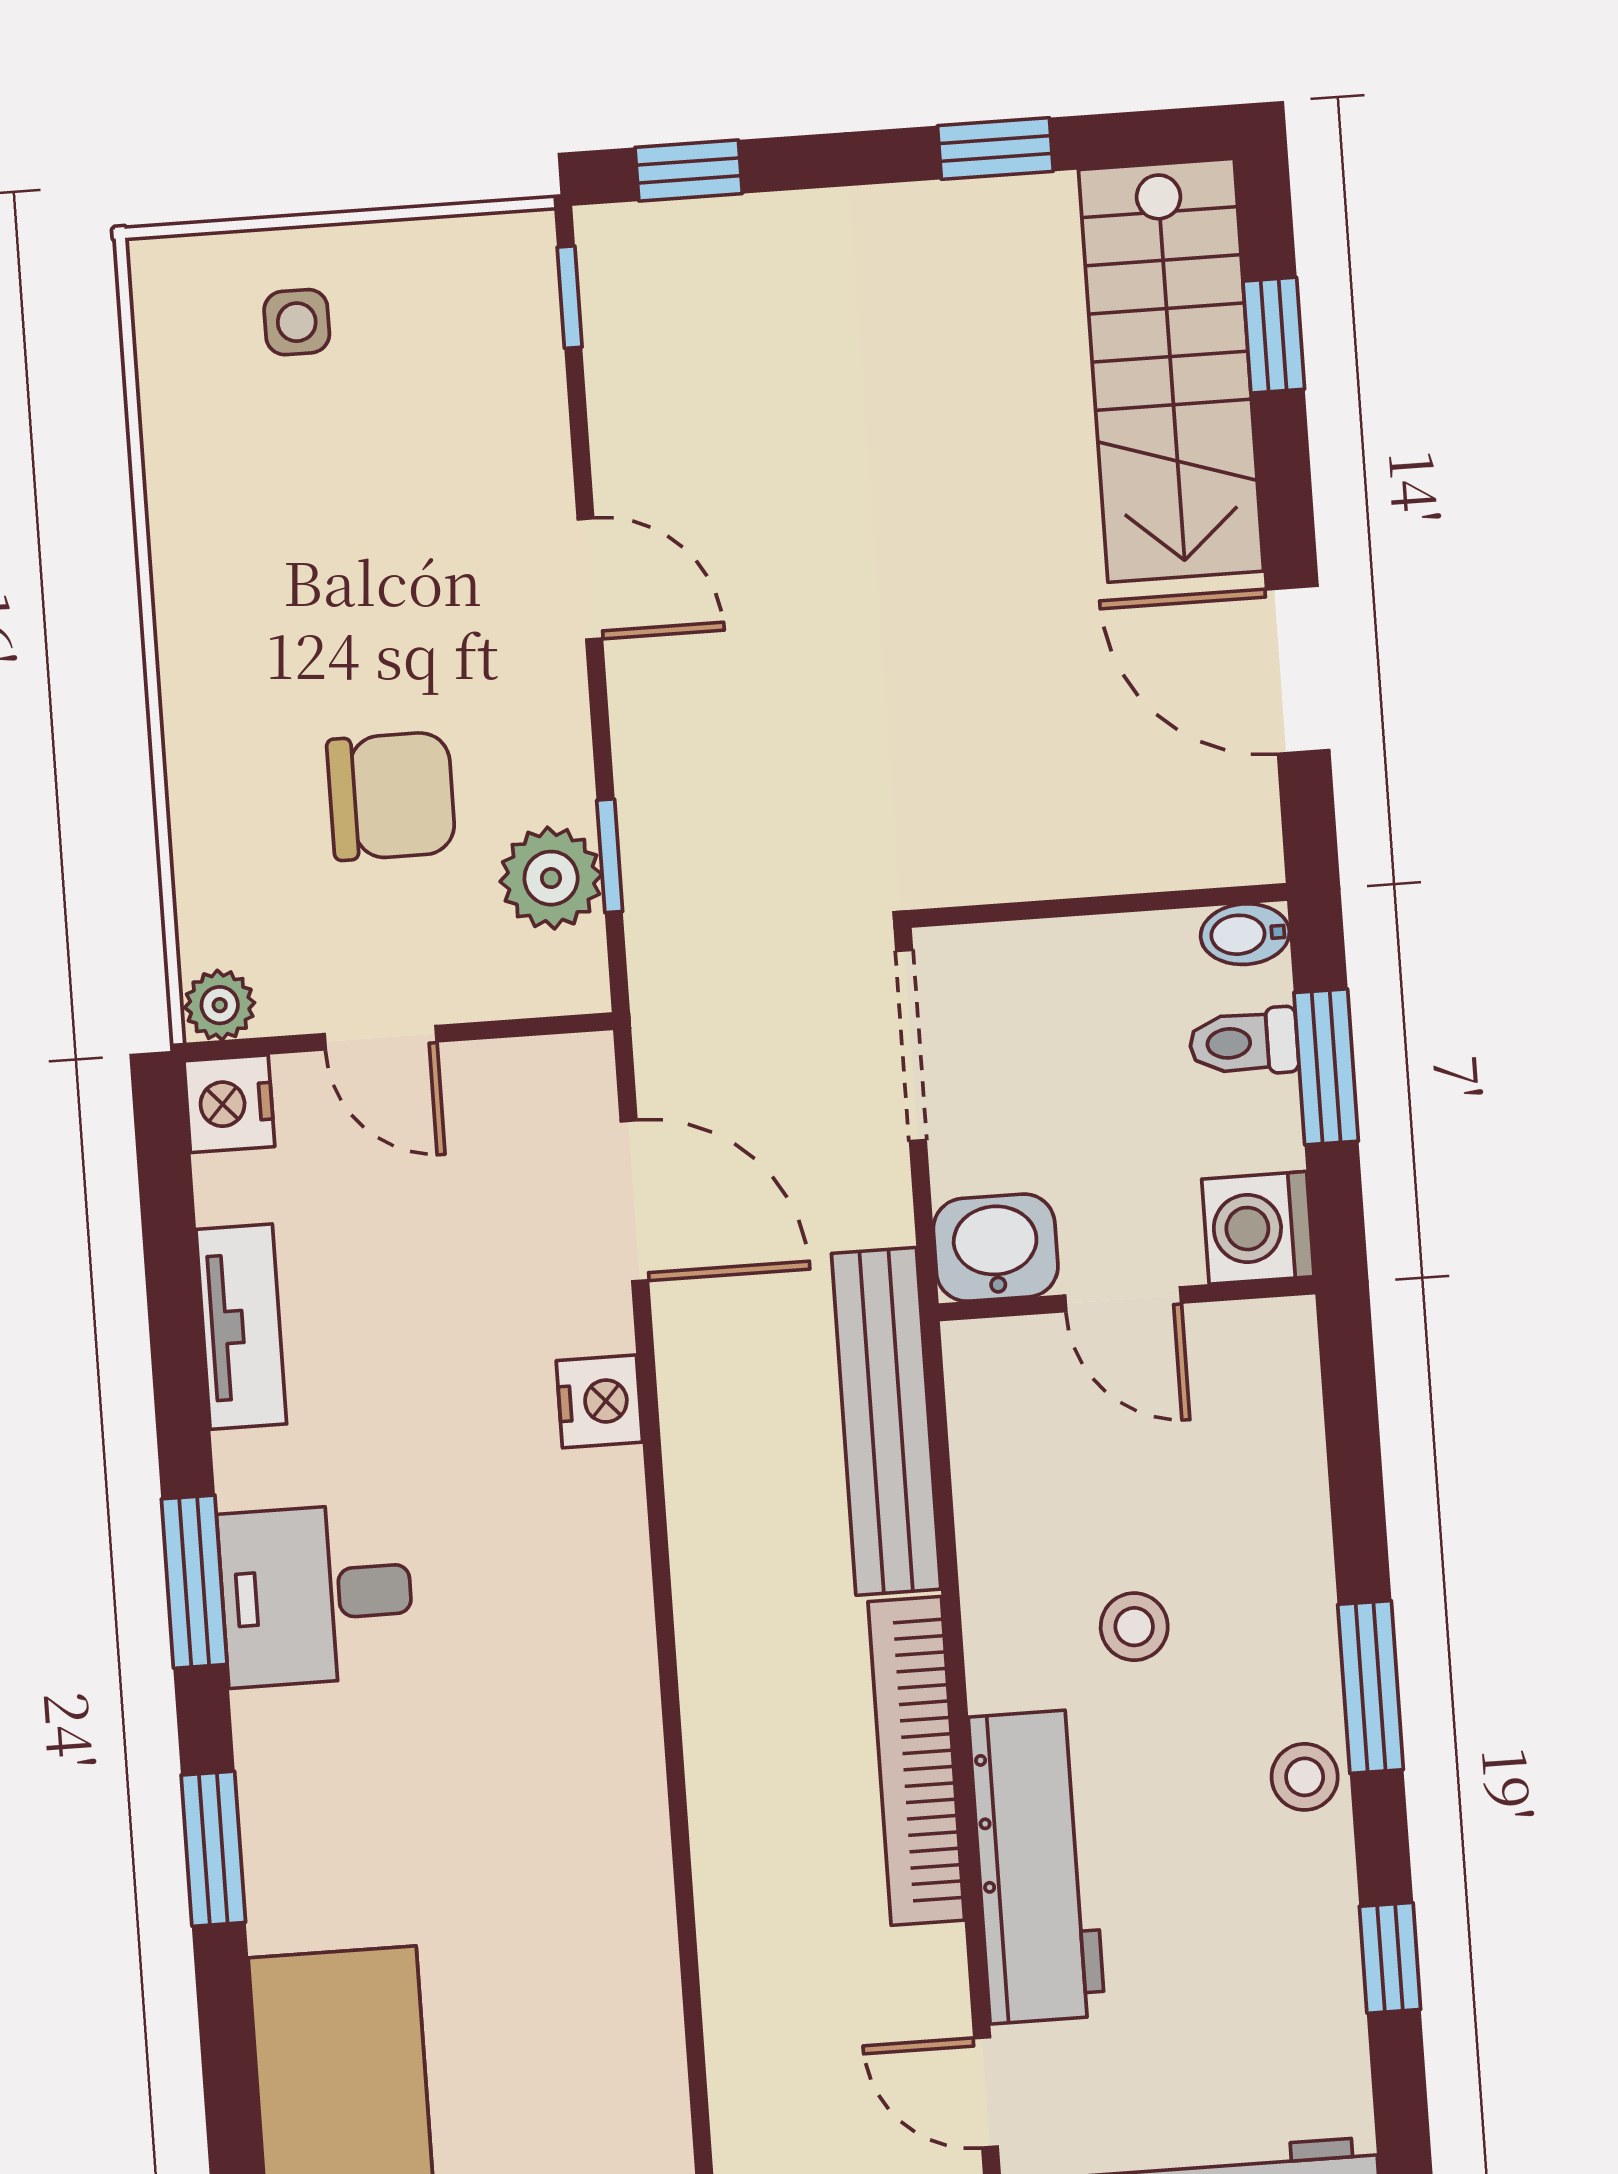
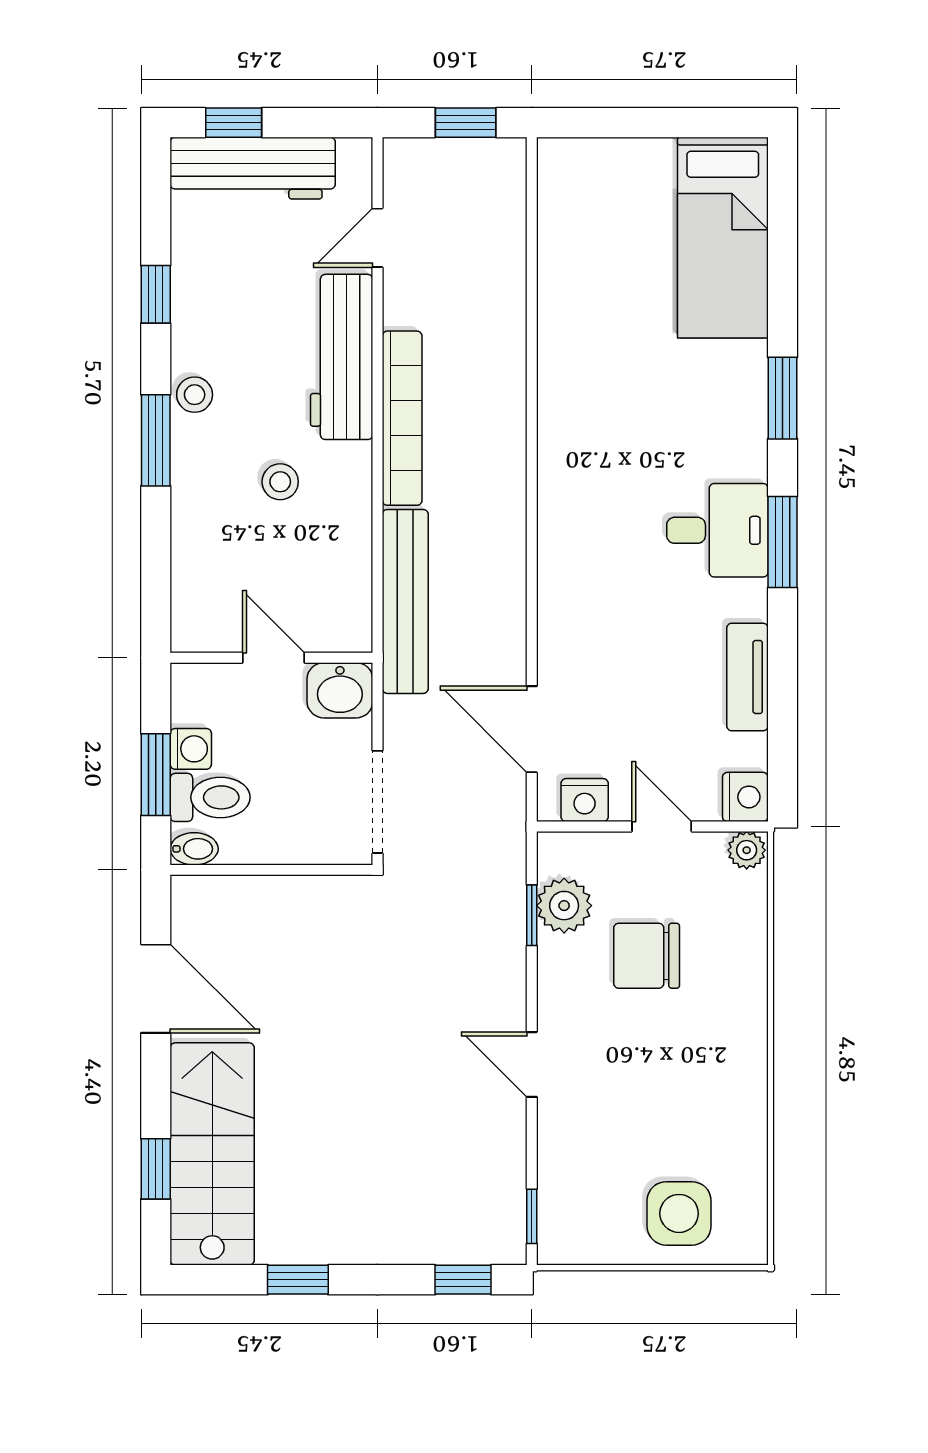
side table: (297, 322) -> (679, 1213), width x1.87, depth x1.87
toilet: (1244, 1042) -> (210, 797), width x1.37, depth x1.39
washing machine: (1258, 1228) -> (191, 749), moved, width x0.73, depth x0.73
nightstand: (599, 1401) -> (585, 800), moved, turned -90
door: (986, 2092) -> (378, 238), swing flipped

